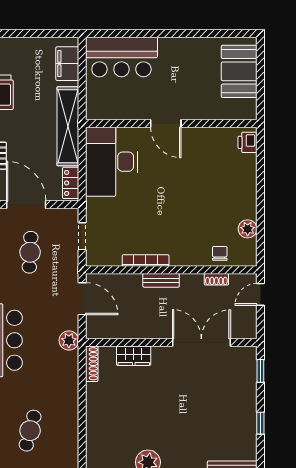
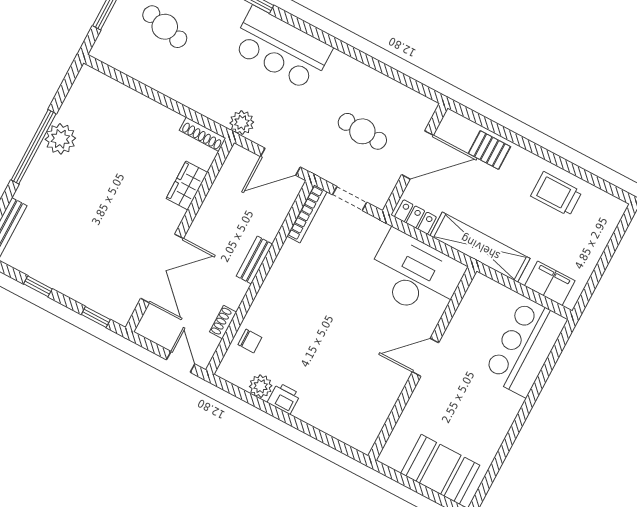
printer: (247, 142) -> (284, 398), moved
bookcase: (146, 260) -> (307, 214), moved

